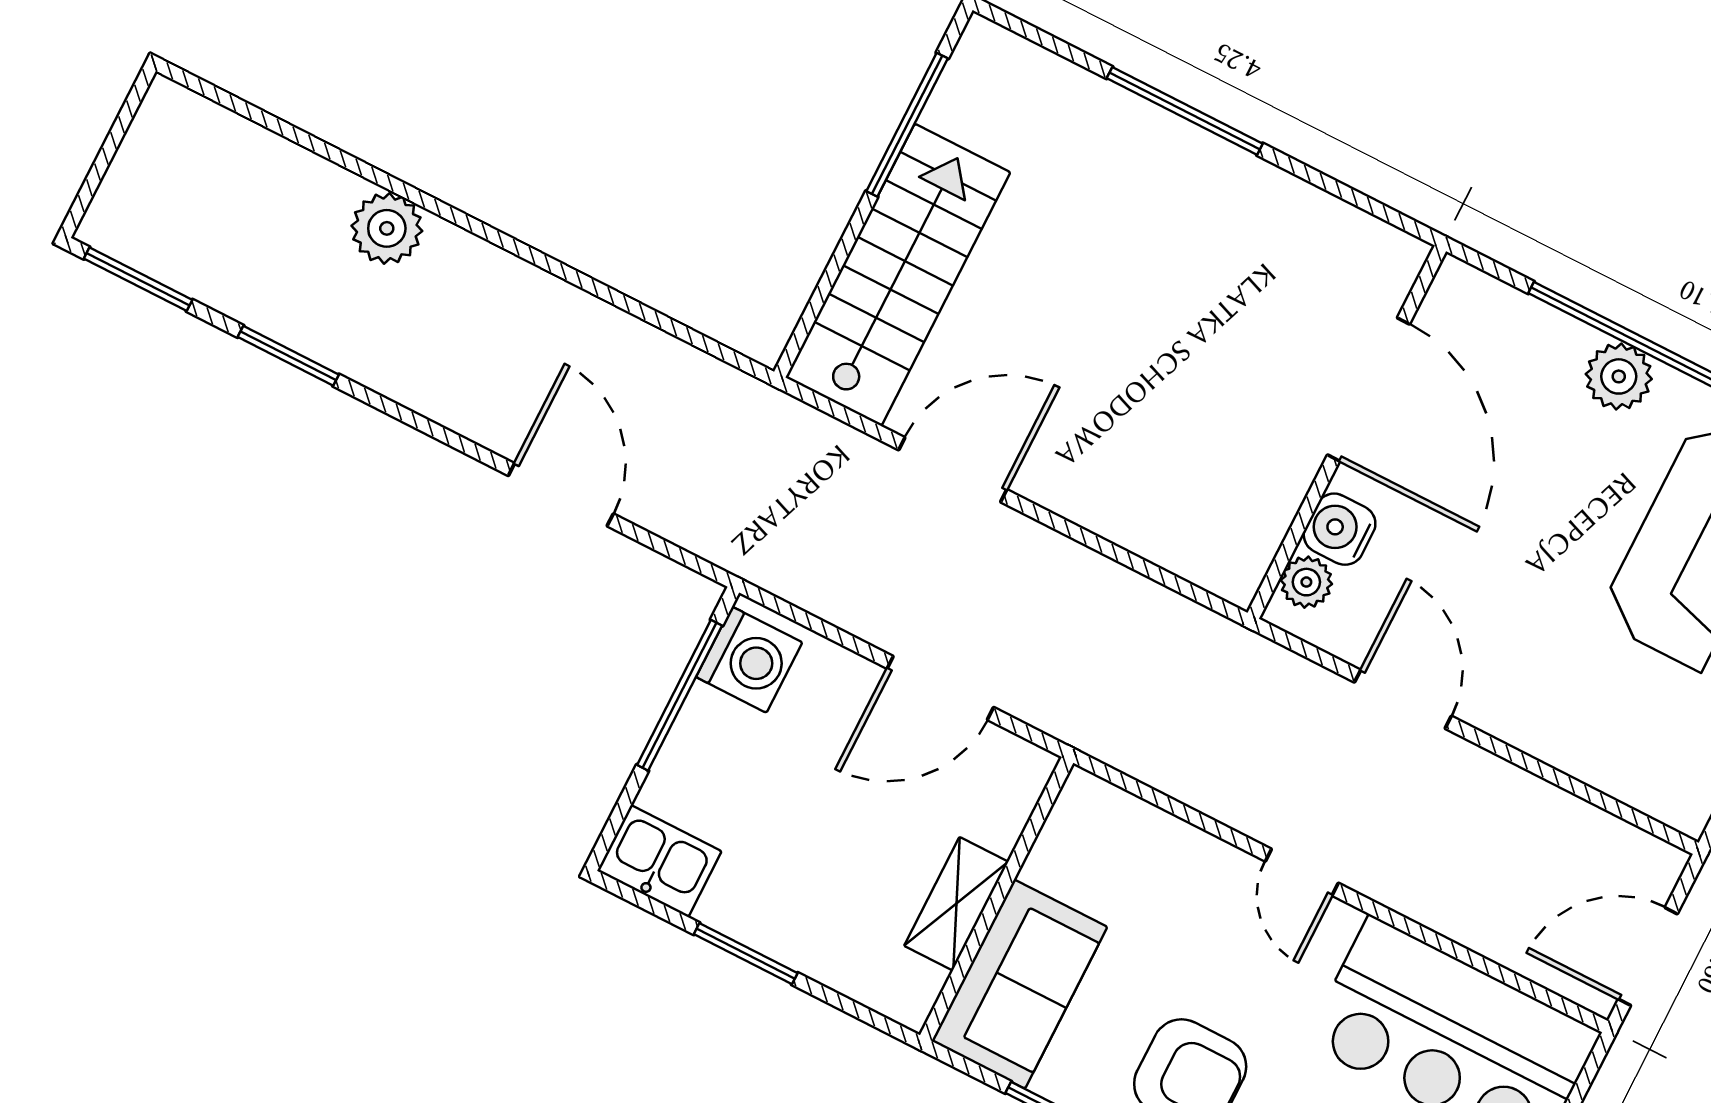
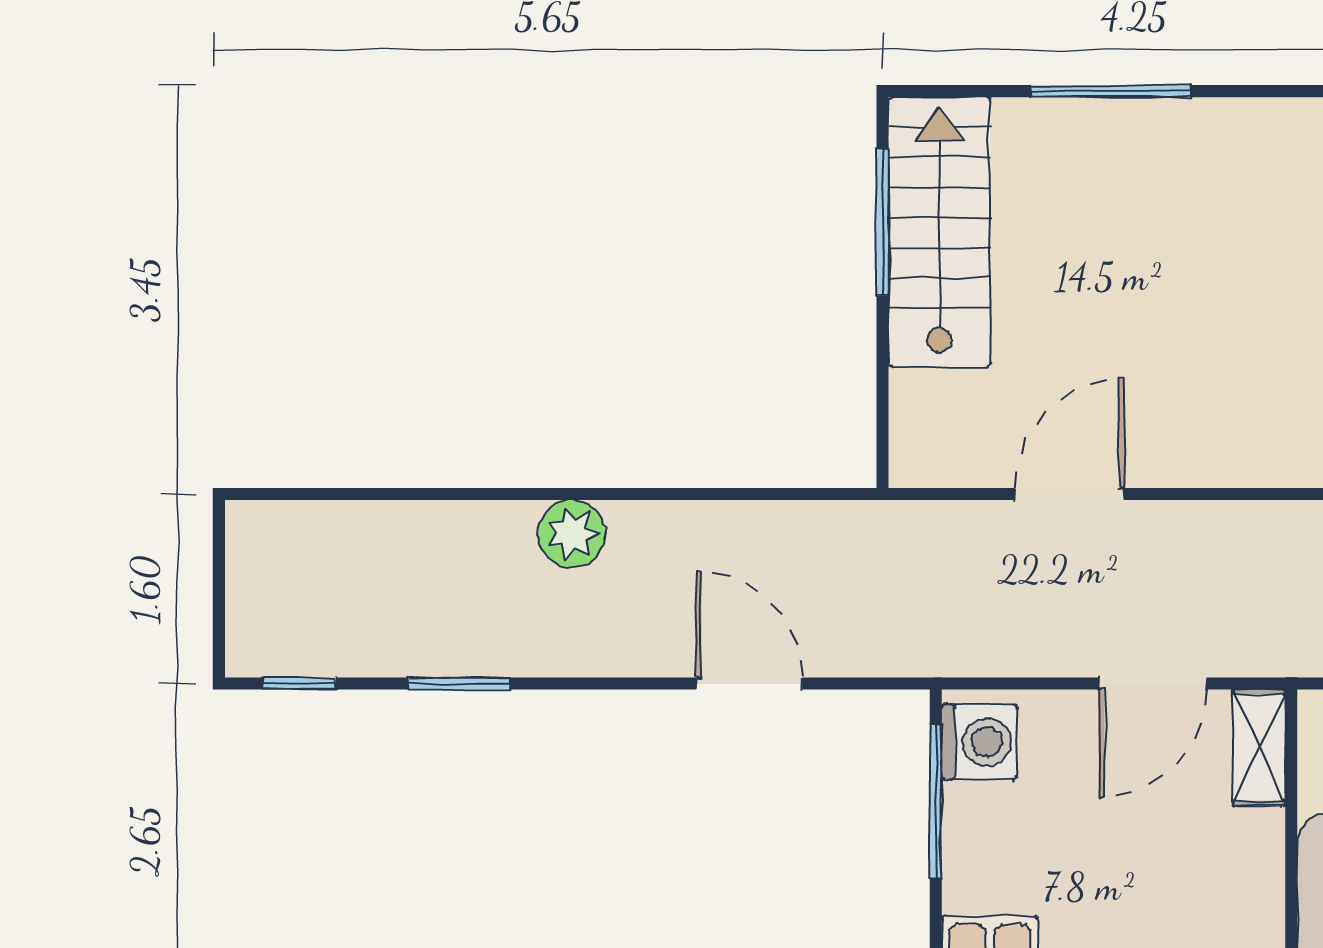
plant: (387, 228) -> (572, 534), moved
stairs: (898, 275) -> (939, 232), moved
window: (138, 279) -> (299, 684), width x0.67
shelving: (956, 904) -> (1259, 748), moved

